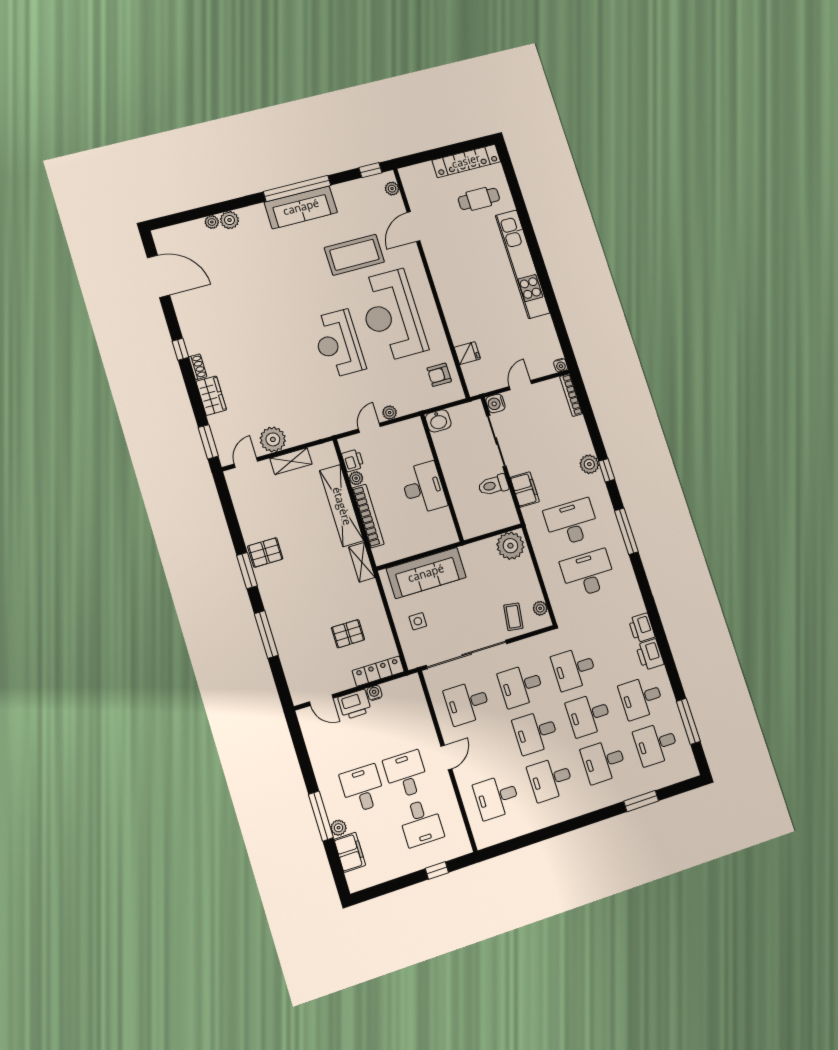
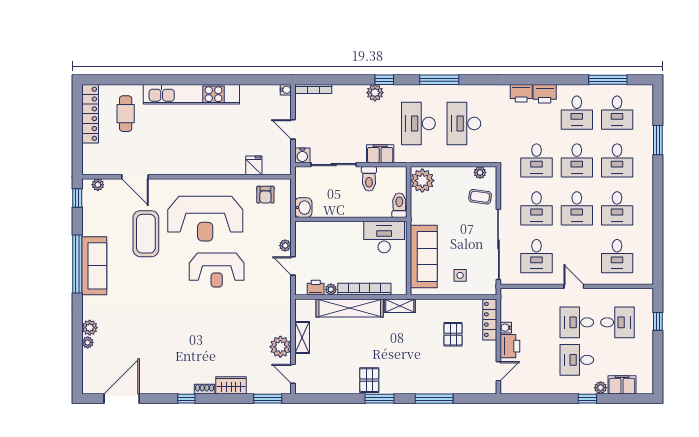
desk: (423, 488) -> (384, 237), moved
toilet: (475, 528) -> (399, 205), added
window: (321, 816) -> (587, 399), width x0.46

